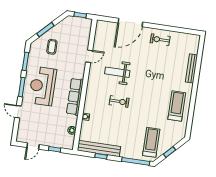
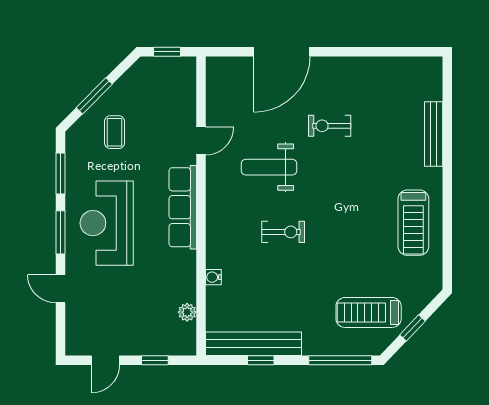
exercise bike: (160, 40) -> (330, 126), moved
row of seats: (75, 97) -> (183, 207), moved
treadmill: (177, 106) -> (413, 223), turned 180
treadmill: (151, 142) -> (369, 312), turned -90

